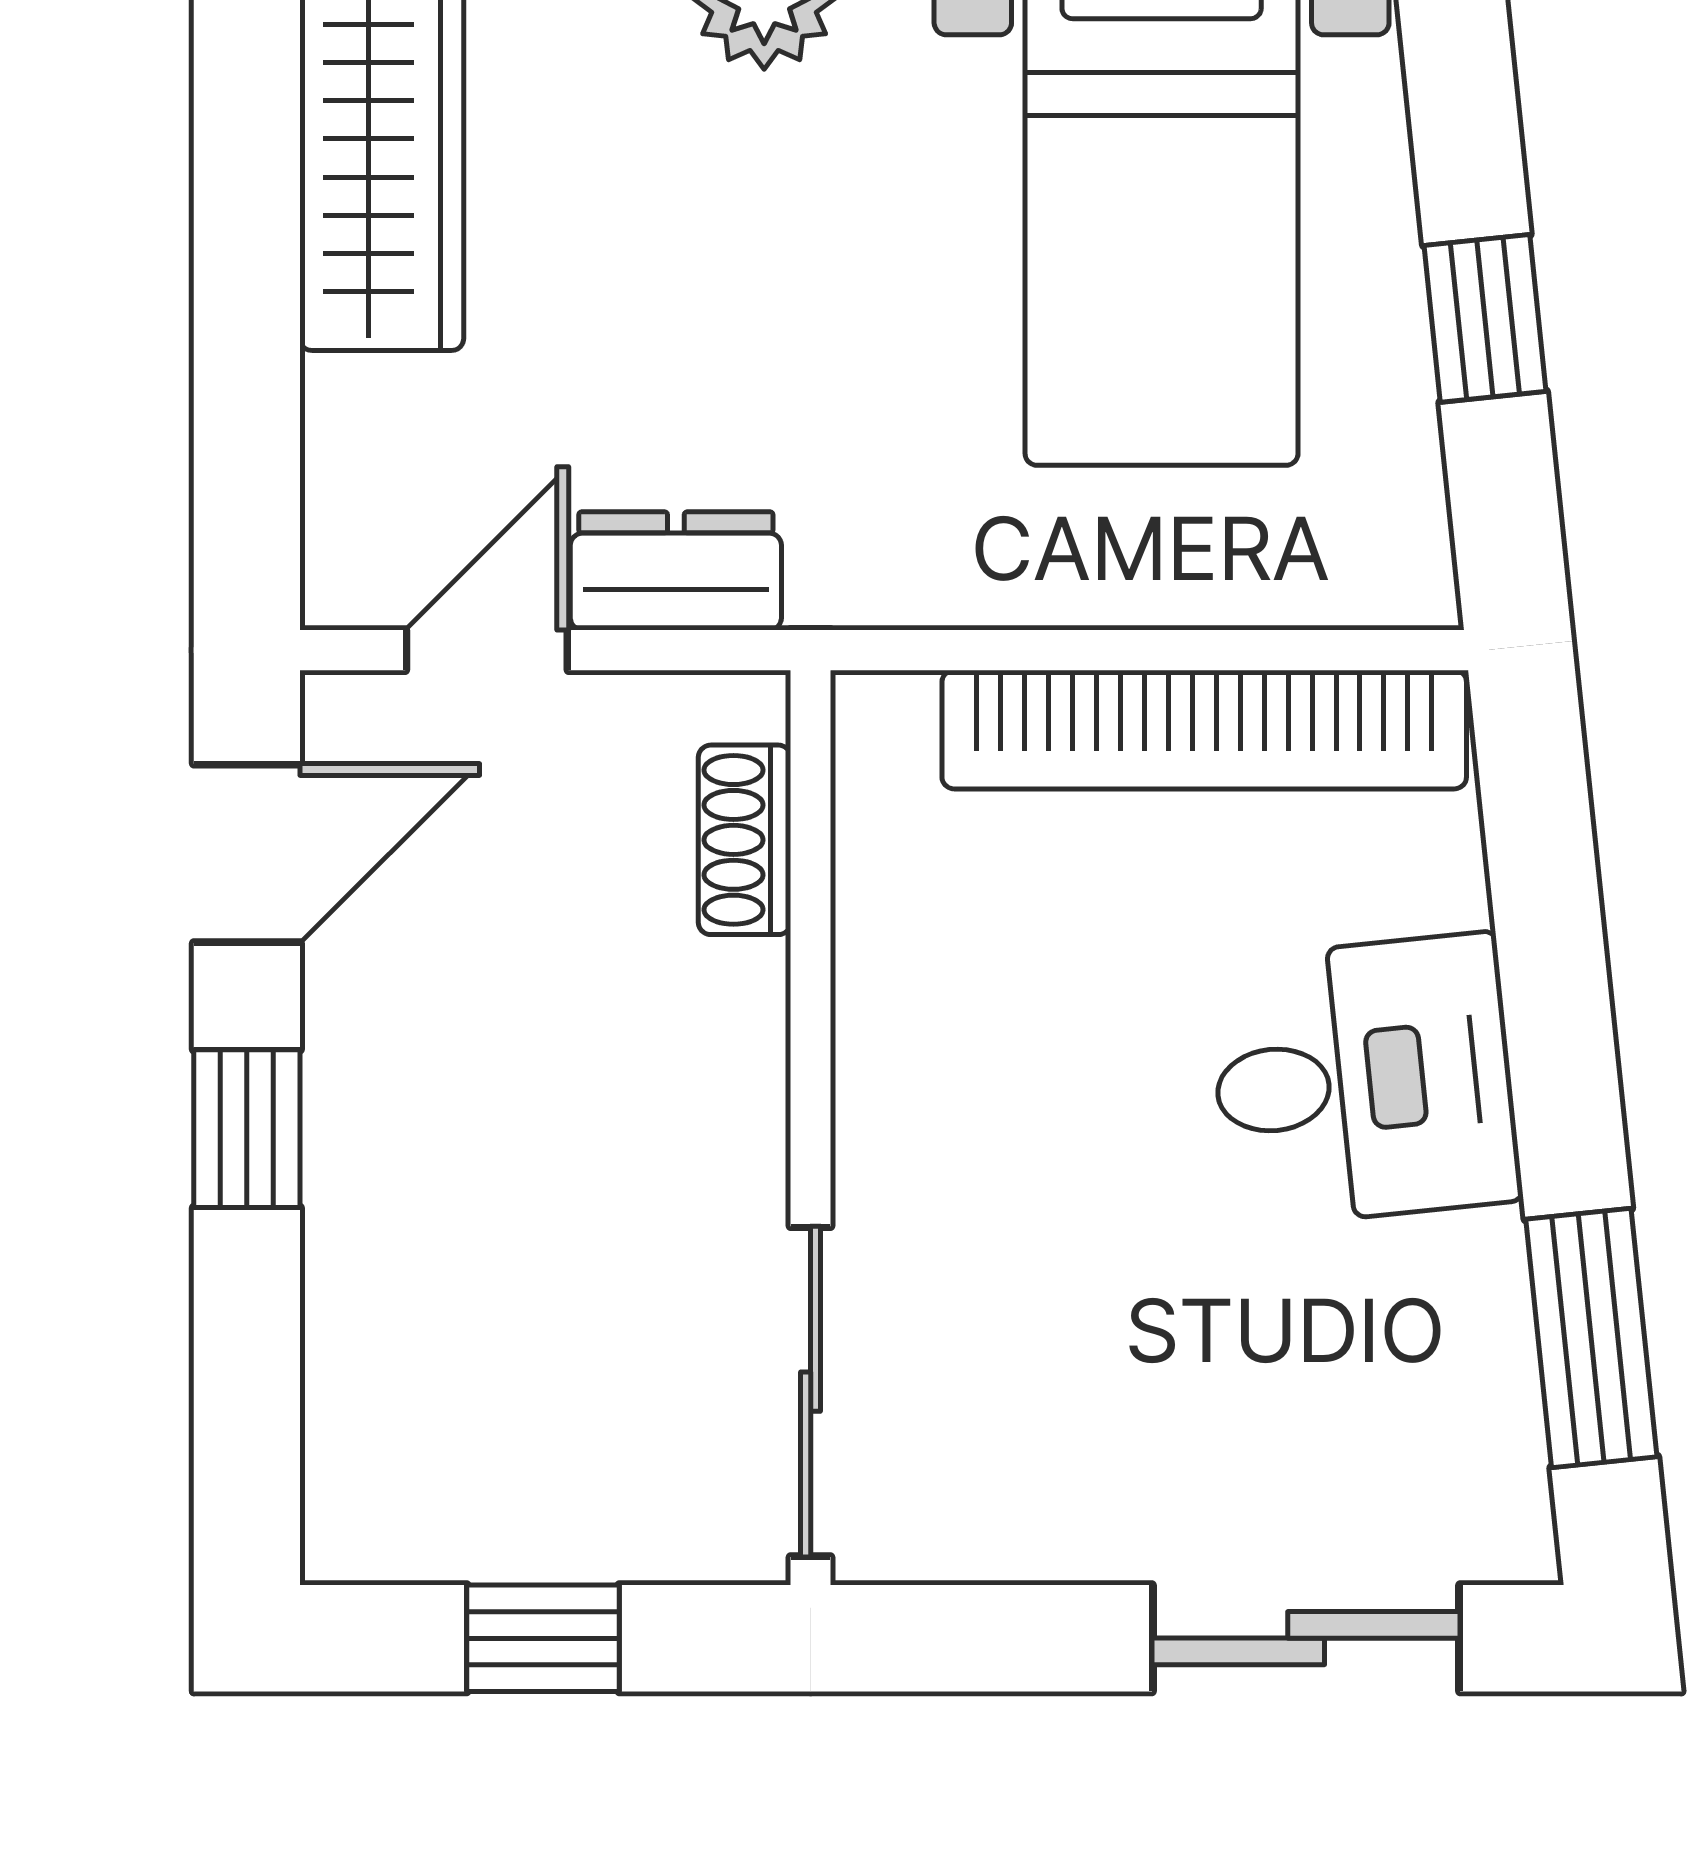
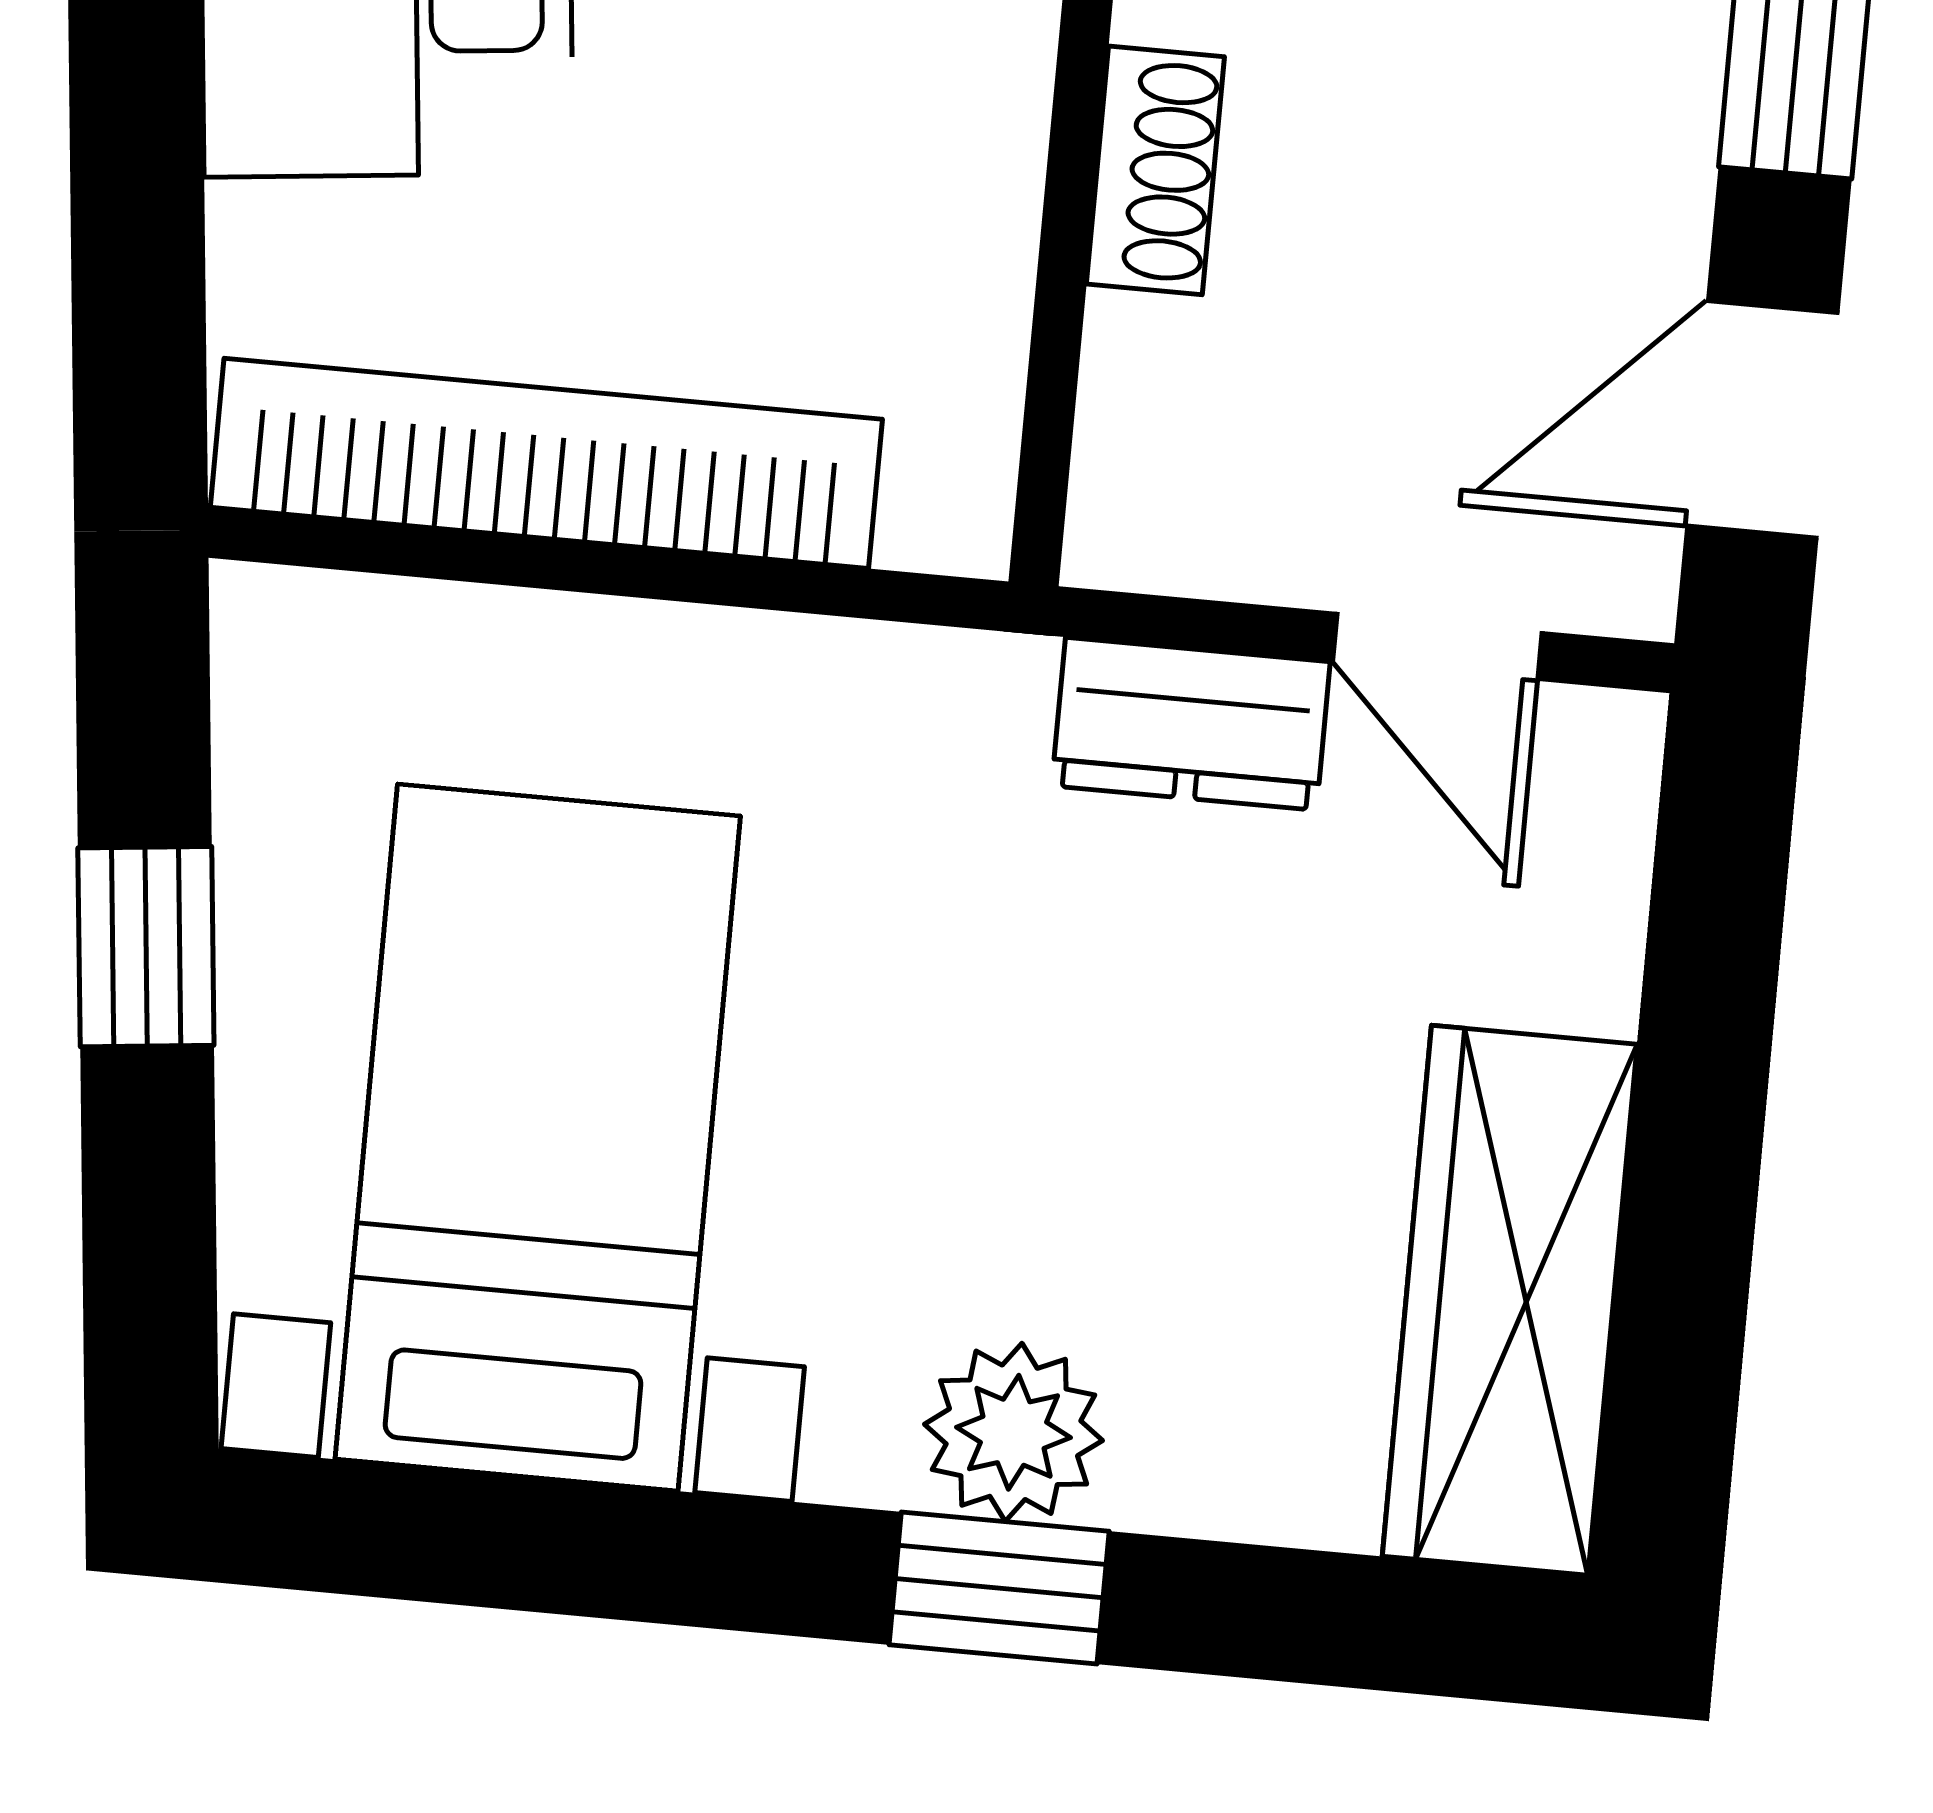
door: (487, 650) -> (1437, 646), hinge flipped
shoe rack: (745, 840) -> (1155, 170), moved

